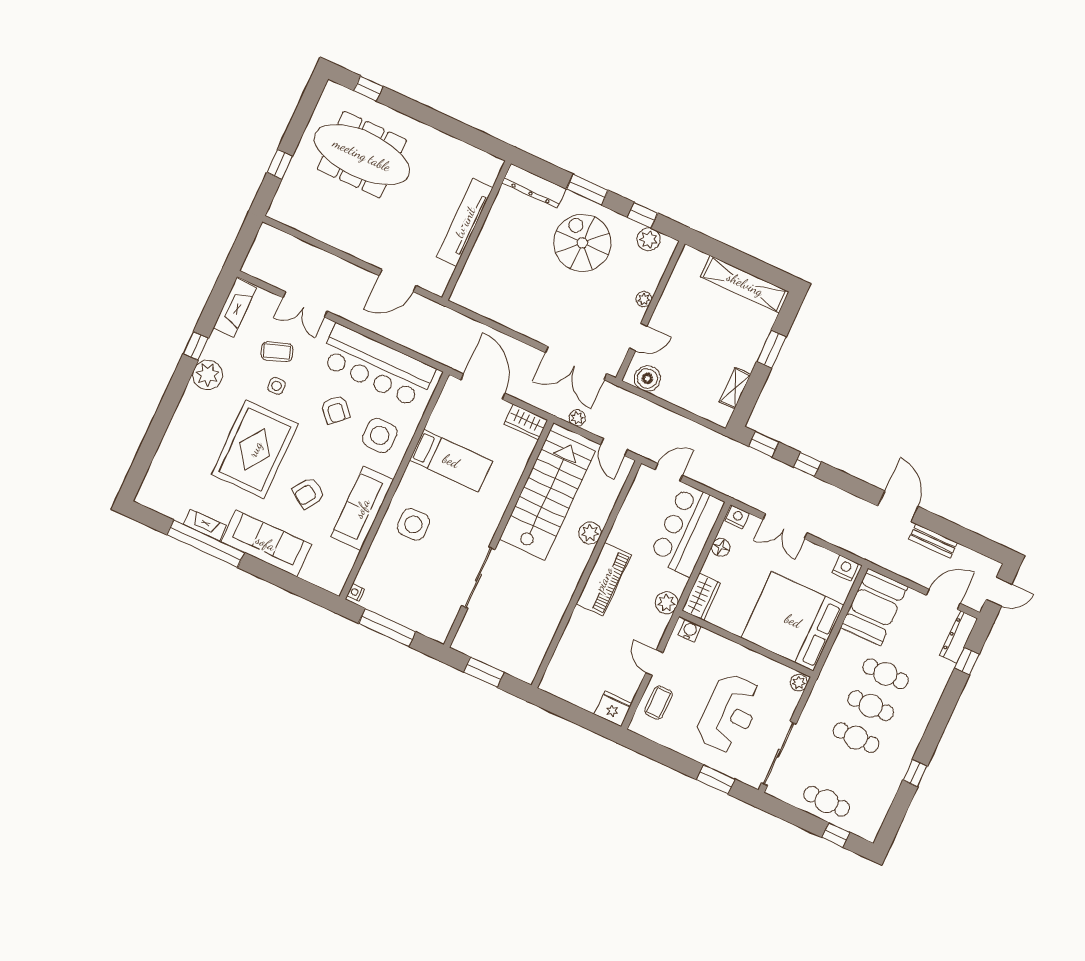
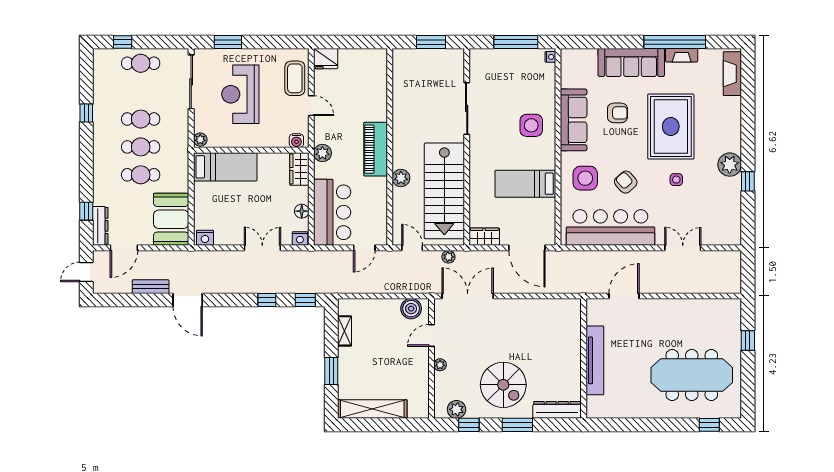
fireplace: (235, 308) -> (732, 74), moved
coffee table: (277, 352) -> (687, 204), removed
armchair: (308, 493) -> (617, 113), turned 56
bed: (793, 621) -> (225, 167), width x0.49
coffee table: (659, 703) -> (295, 78), width x1.36, depth x1.30

